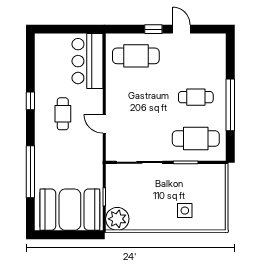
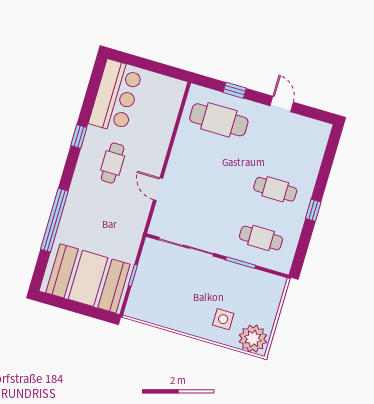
window: (153, 29) -> (235, 90), moved
bar counter: (87, 61) -> (116, 96), moved, turned 180
window: (230, 105) -> (313, 210), width x0.32
cafe table: (196, 139) -> (261, 238), width x0.73, depth x0.74
plant: (117, 219) -> (253, 339), moved

